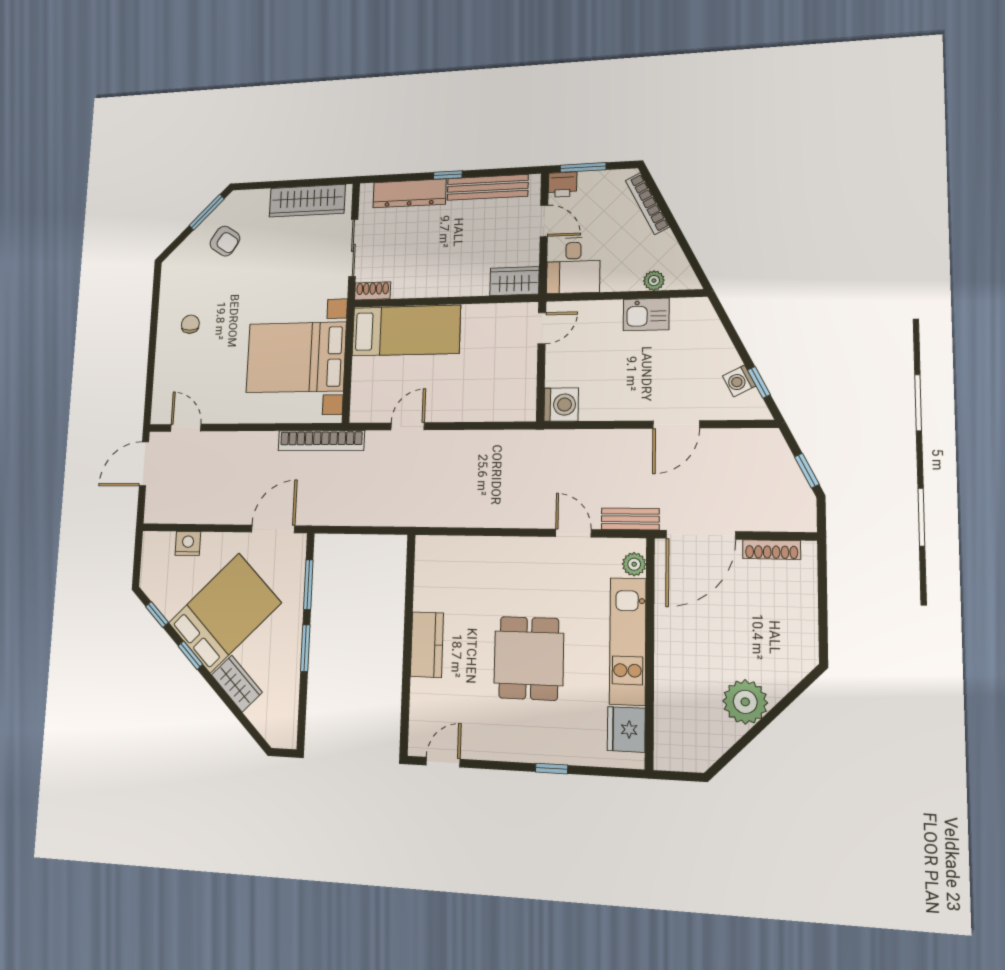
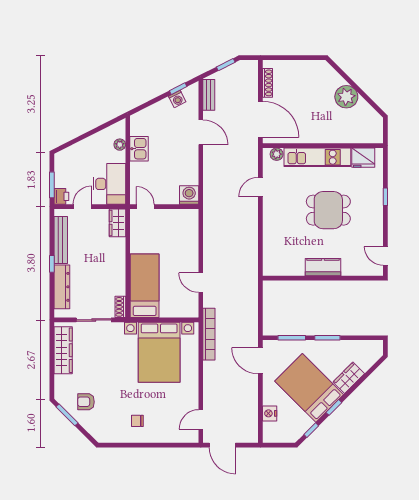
bookcase: (647, 204) -> (75, 148), removed
armchair: (225, 241) -> (86, 402), turned -123
desk: (573, 265) -> (109, 184), width x1.37
bench: (630, 519) -> (209, 95), moved

